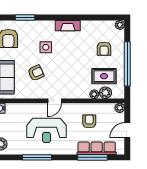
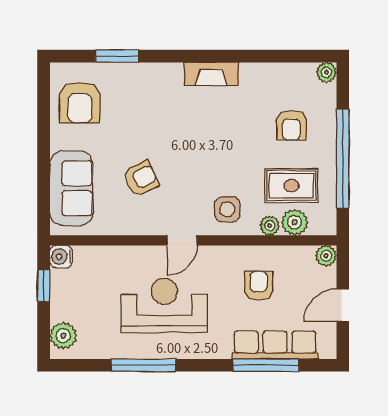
side table: (46, 47) -> (227, 209), moved
reception desk: (46, 130) -> (164, 305), turned 180

